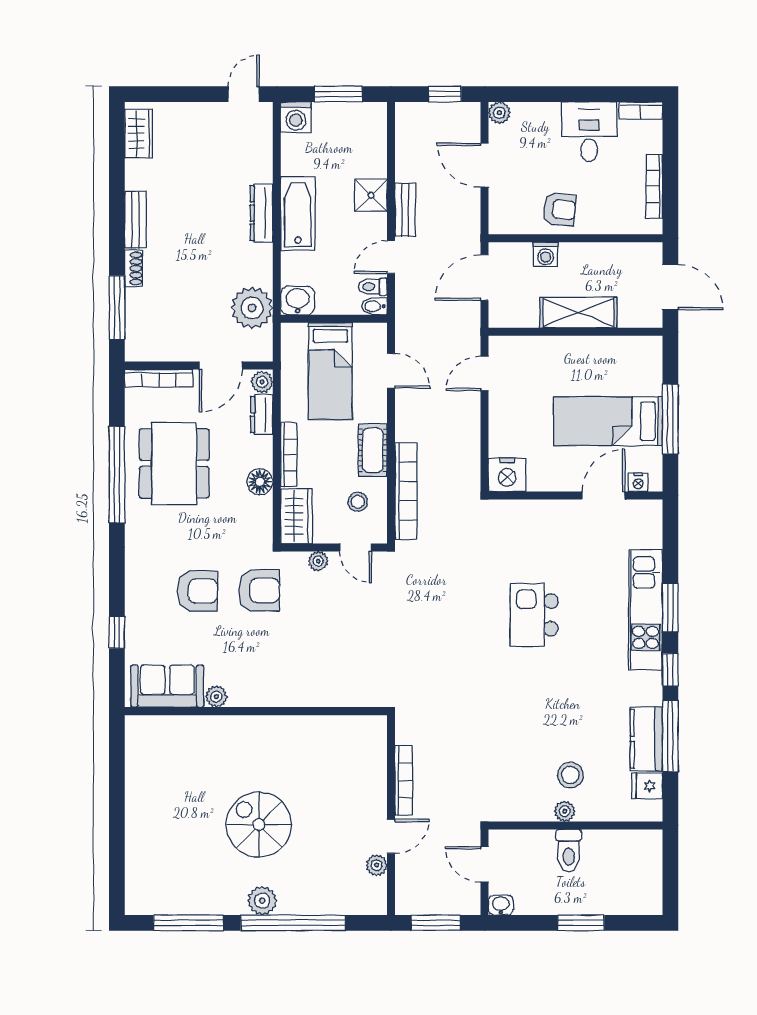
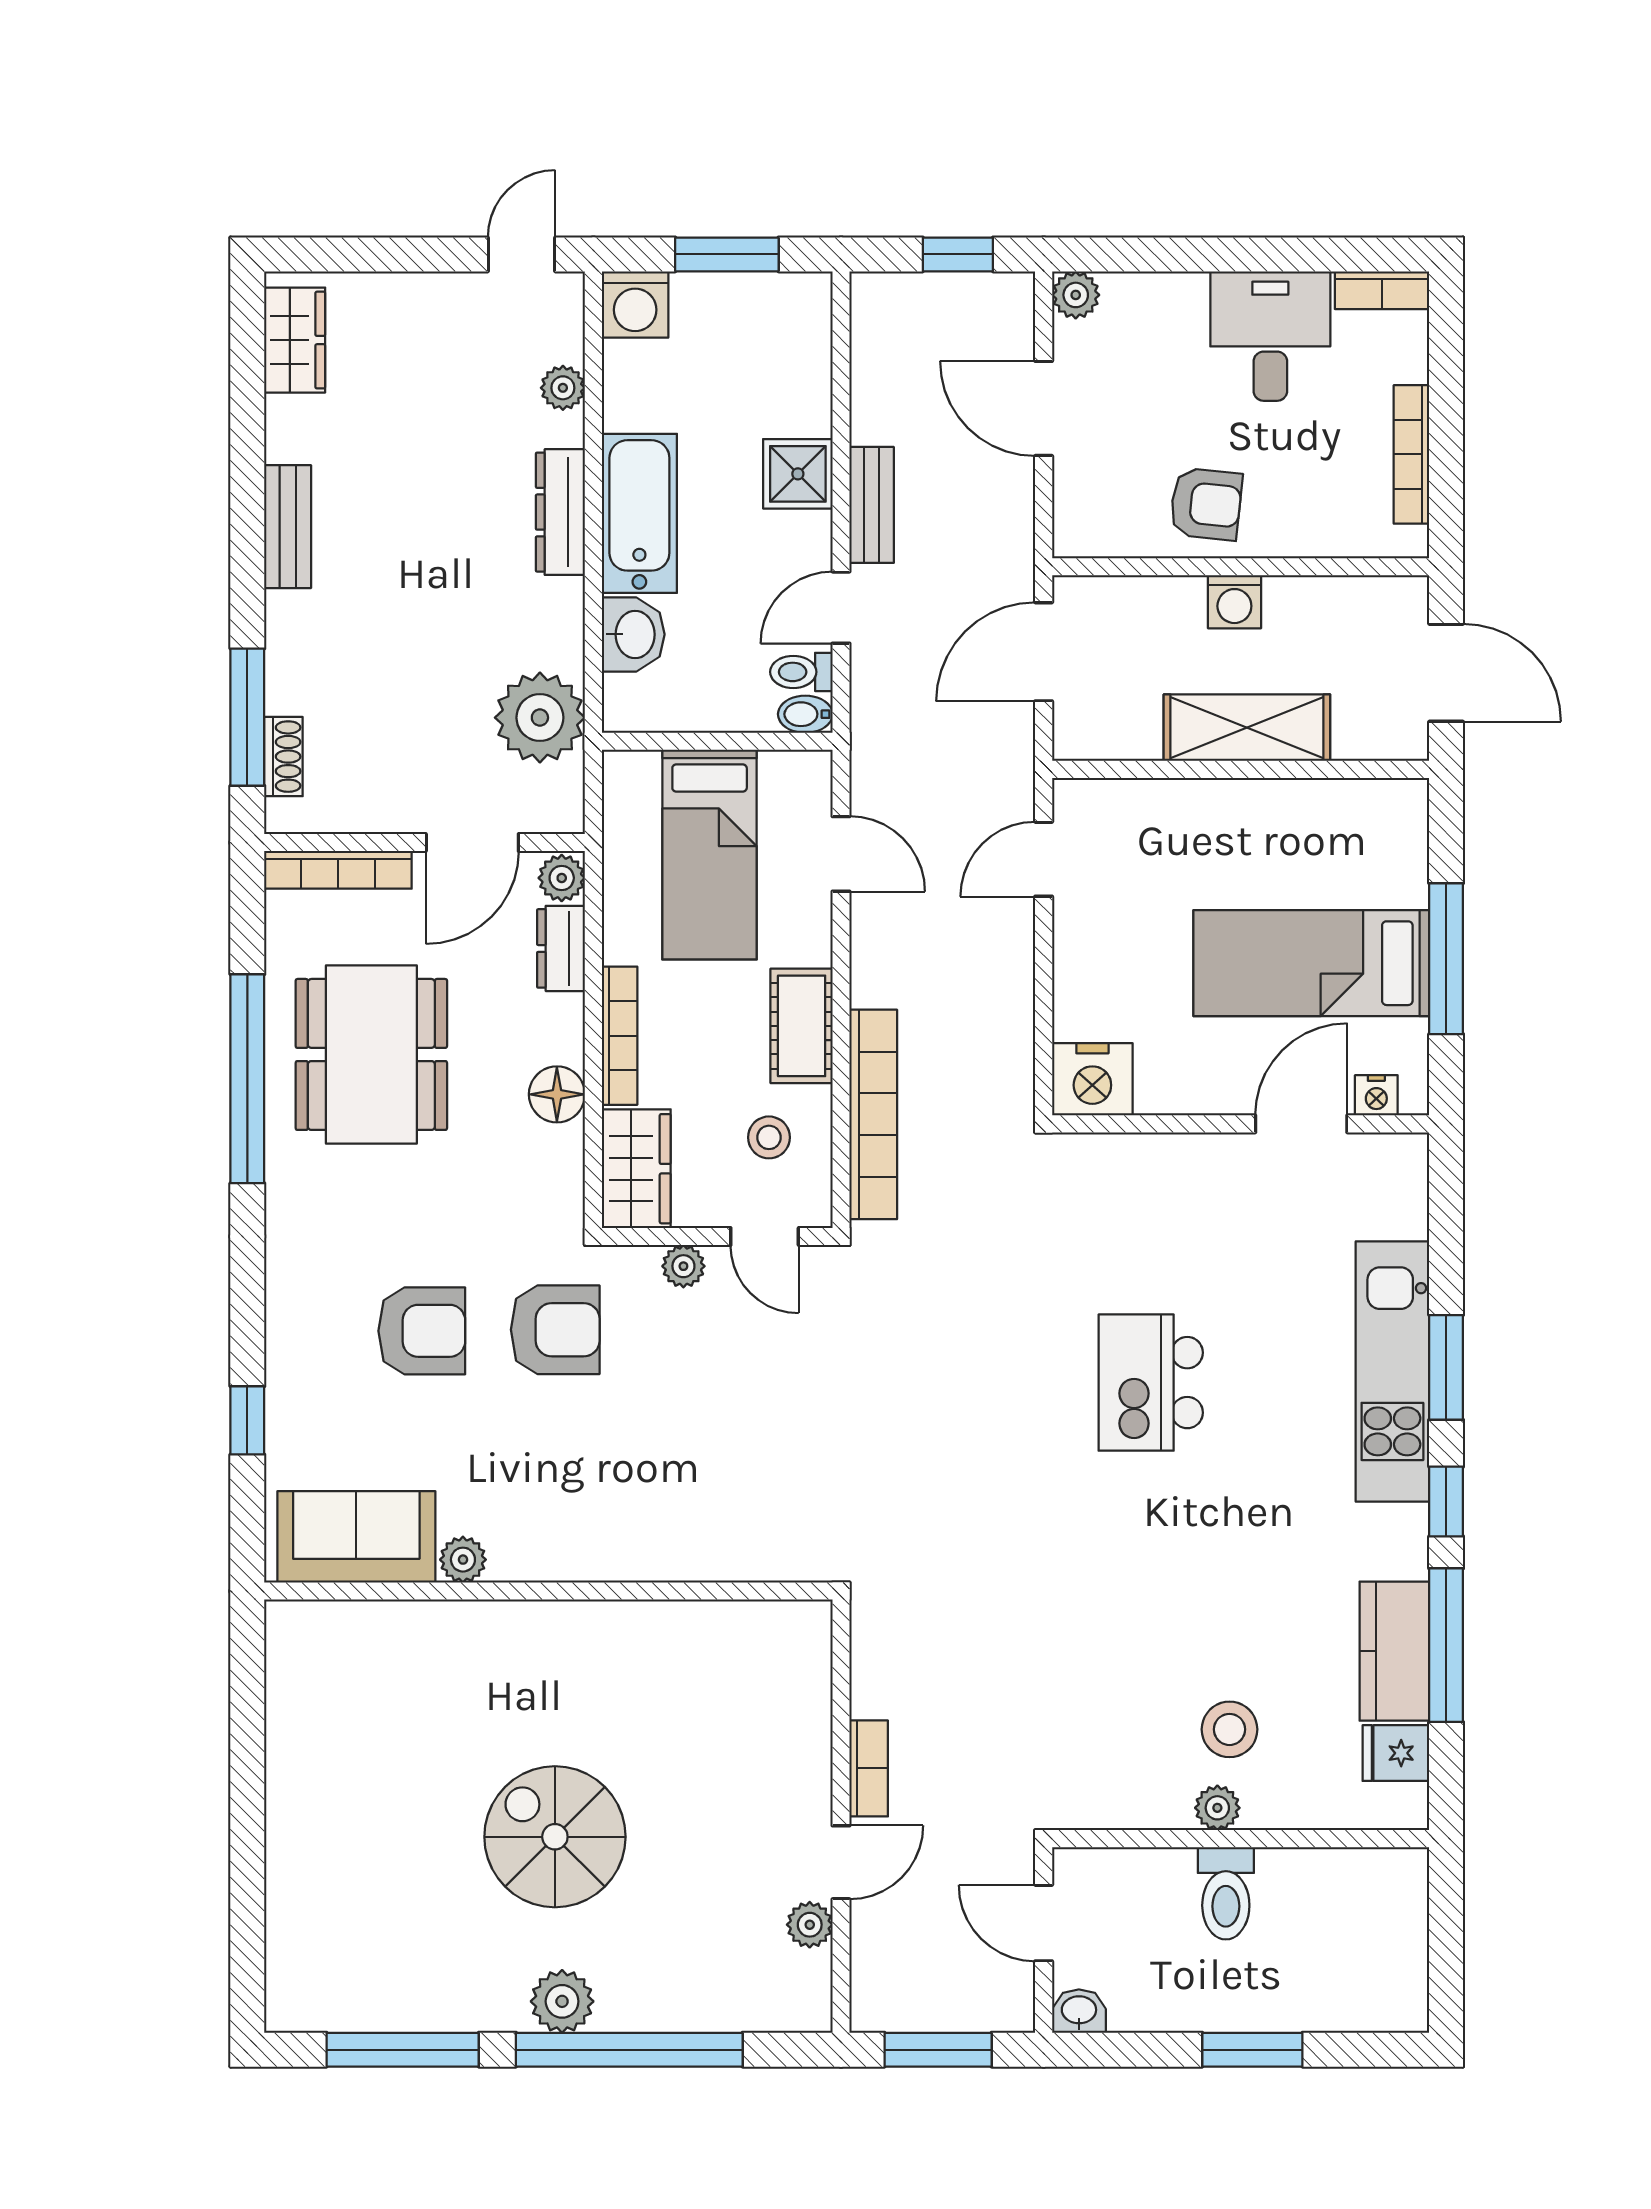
plant: (263, 156) -> (563, 388), added
washing machine: (546, 254) -> (1234, 602), moved
shoe rack: (134, 268) -> (283, 757), moved
washbasin: (298, 300) -> (633, 634), moved, turned 90
bookcase: (404, 781) -> (869, 1768), width x0.64

